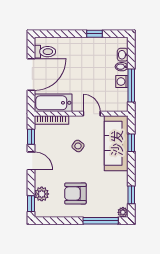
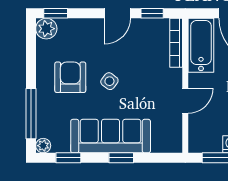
sofa: (116, 143) -> (111, 136), moved
window: (131, 143) -> (121, 158), moved
side table: (78, 146) -> (109, 81), moved
plant: (42, 194) -> (46, 29), moved

